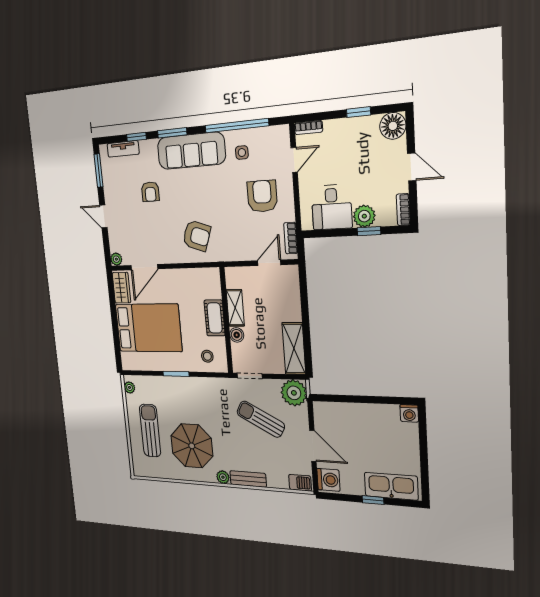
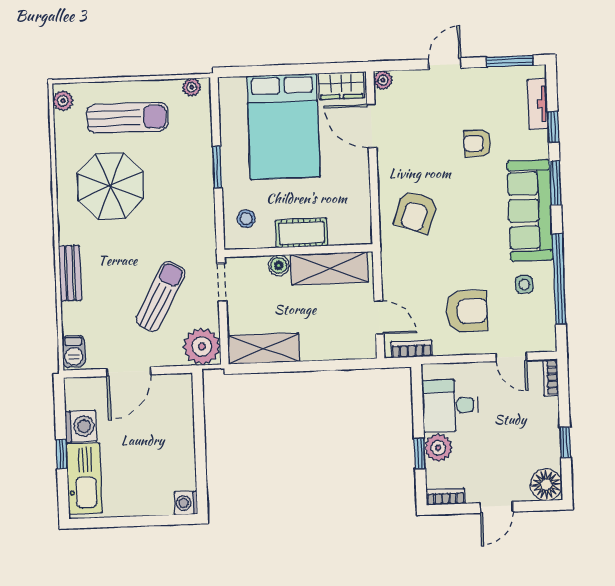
shelving: (235, 308) -> (330, 268), width x1.50, depth x1.33
plant: (223, 477) -> (63, 101), moved
washing machine: (328, 480) -> (81, 426), moved, turned -90

